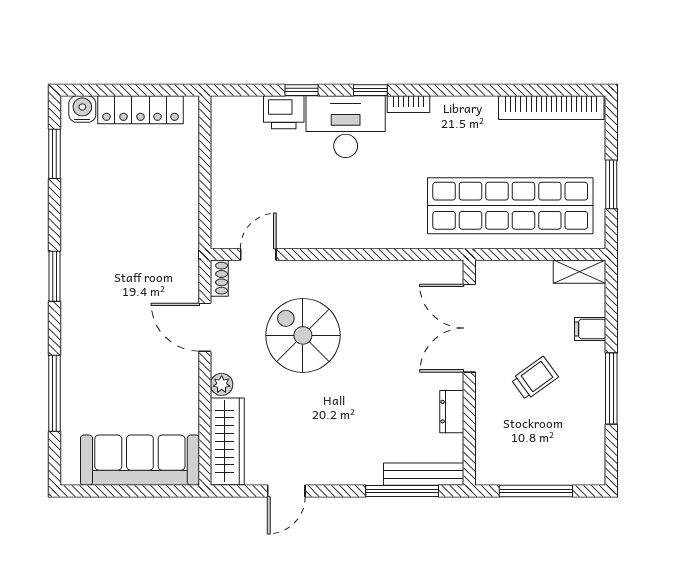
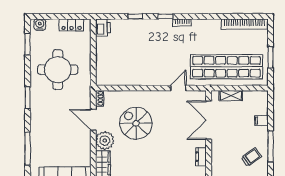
locker: (141, 110) -> (72, 25), width x0.66
printer: (284, 112) -> (103, 28), moved, turned -90
desk: (346, 127) -> (155, 32), removed
round table: (124, 212) -> (58, 70), added
door: (258, 254) -> (178, 88), moved
shelving: (579, 272) -> (231, 96), moved
trolley: (535, 378) -> (251, 157), moved
plant: (222, 384) -> (105, 140), width x1.88, depth x1.88

